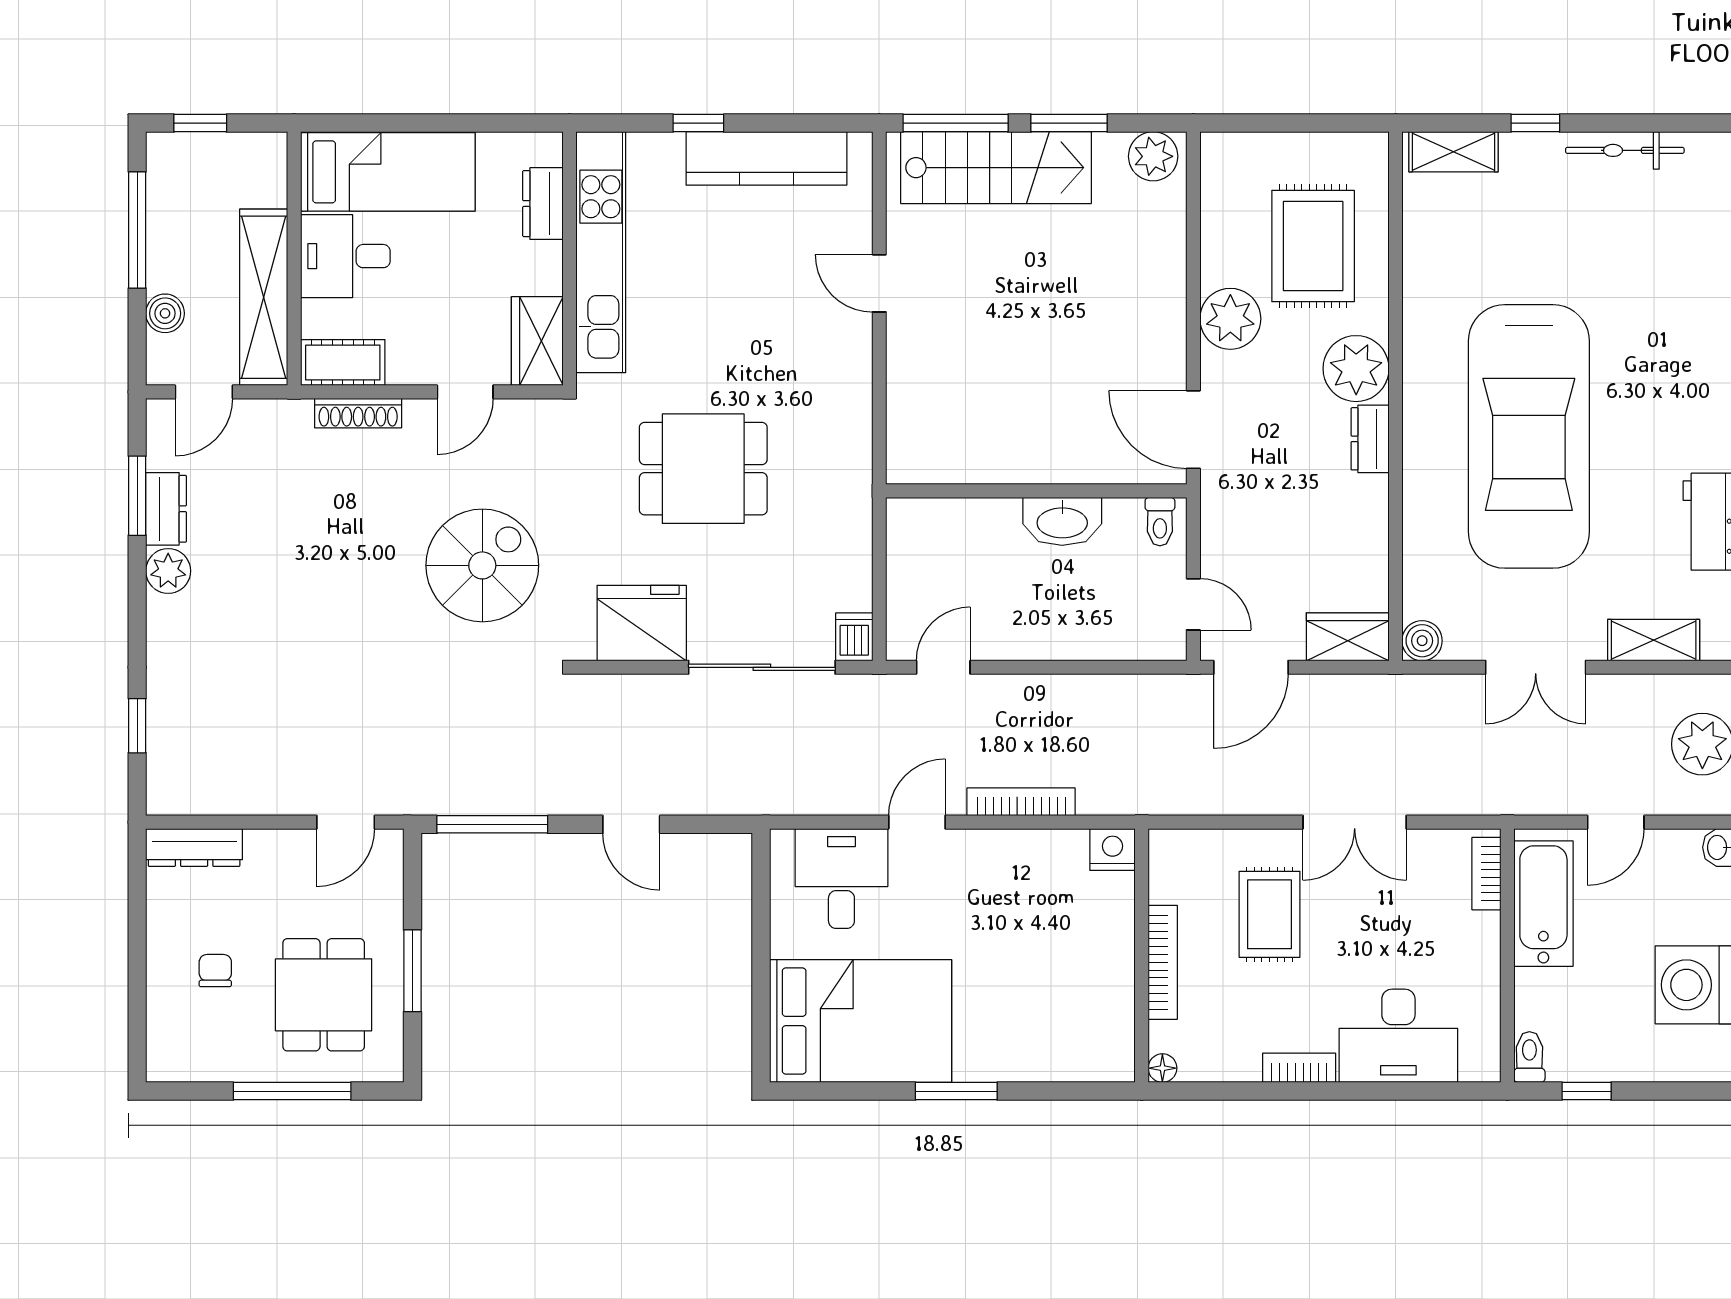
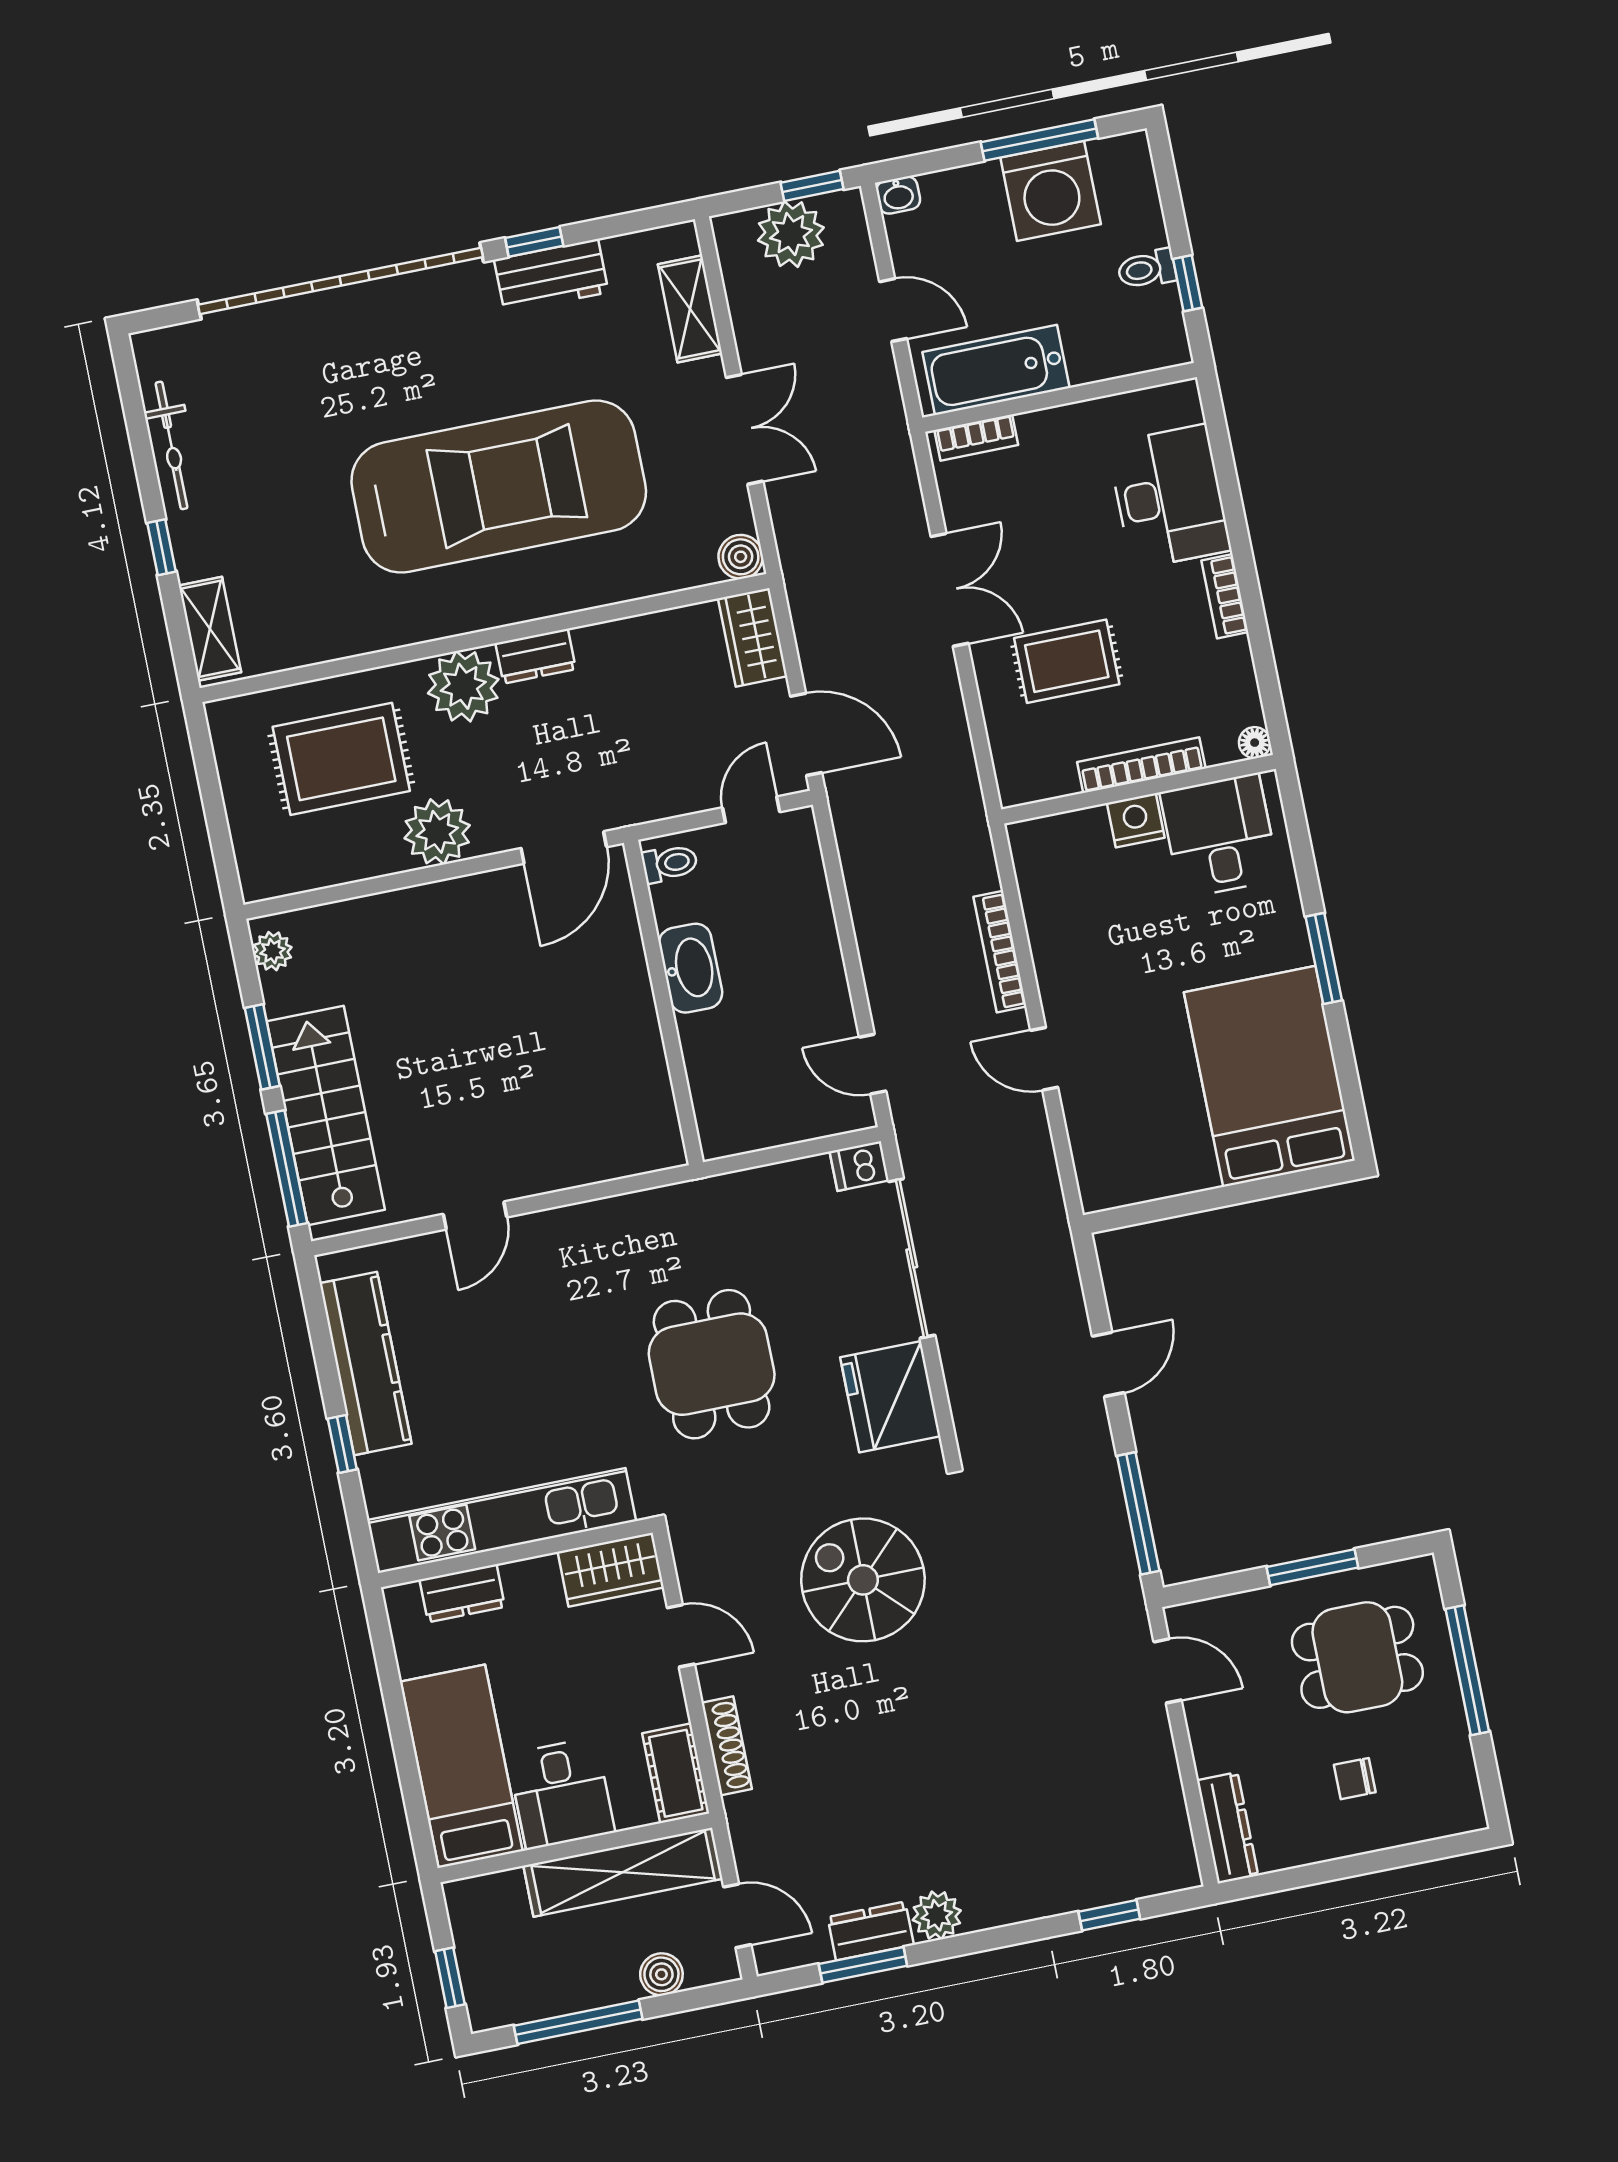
plant: (1153, 156) -> (272, 951), width x0.73, depth x0.73
nightstand: (1113, 850) -> (1136, 820), moved, turned 90
desk: (841, 879) -> (1220, 836), moved, turned 90
toilet: (1529, 1057) -> (1147, 269), moved

